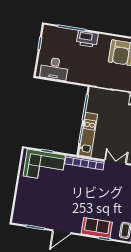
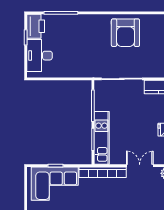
printer: (87, 39) -> (36, 26), moved, turned -90
desk: (54, 69) -> (39, 56), moved, turned 90

